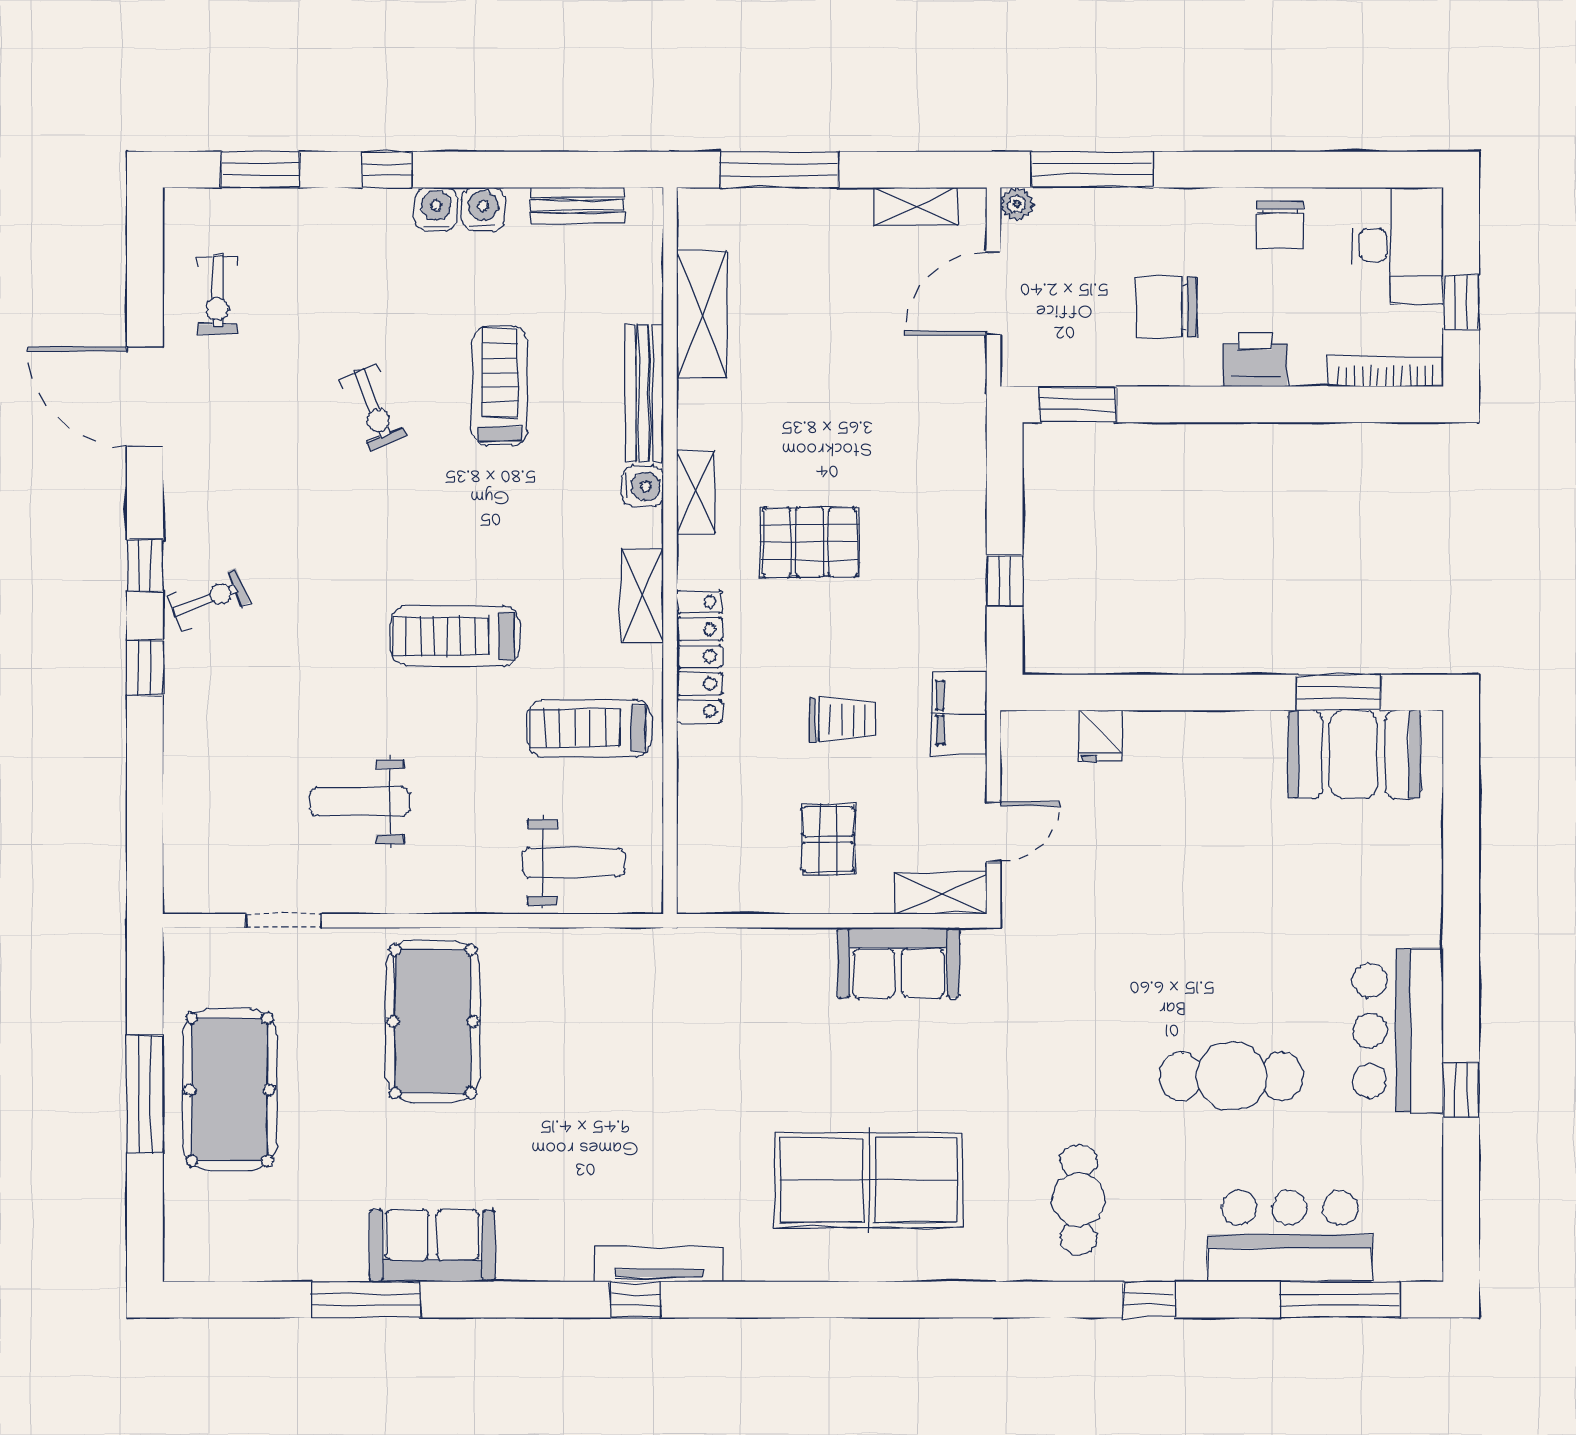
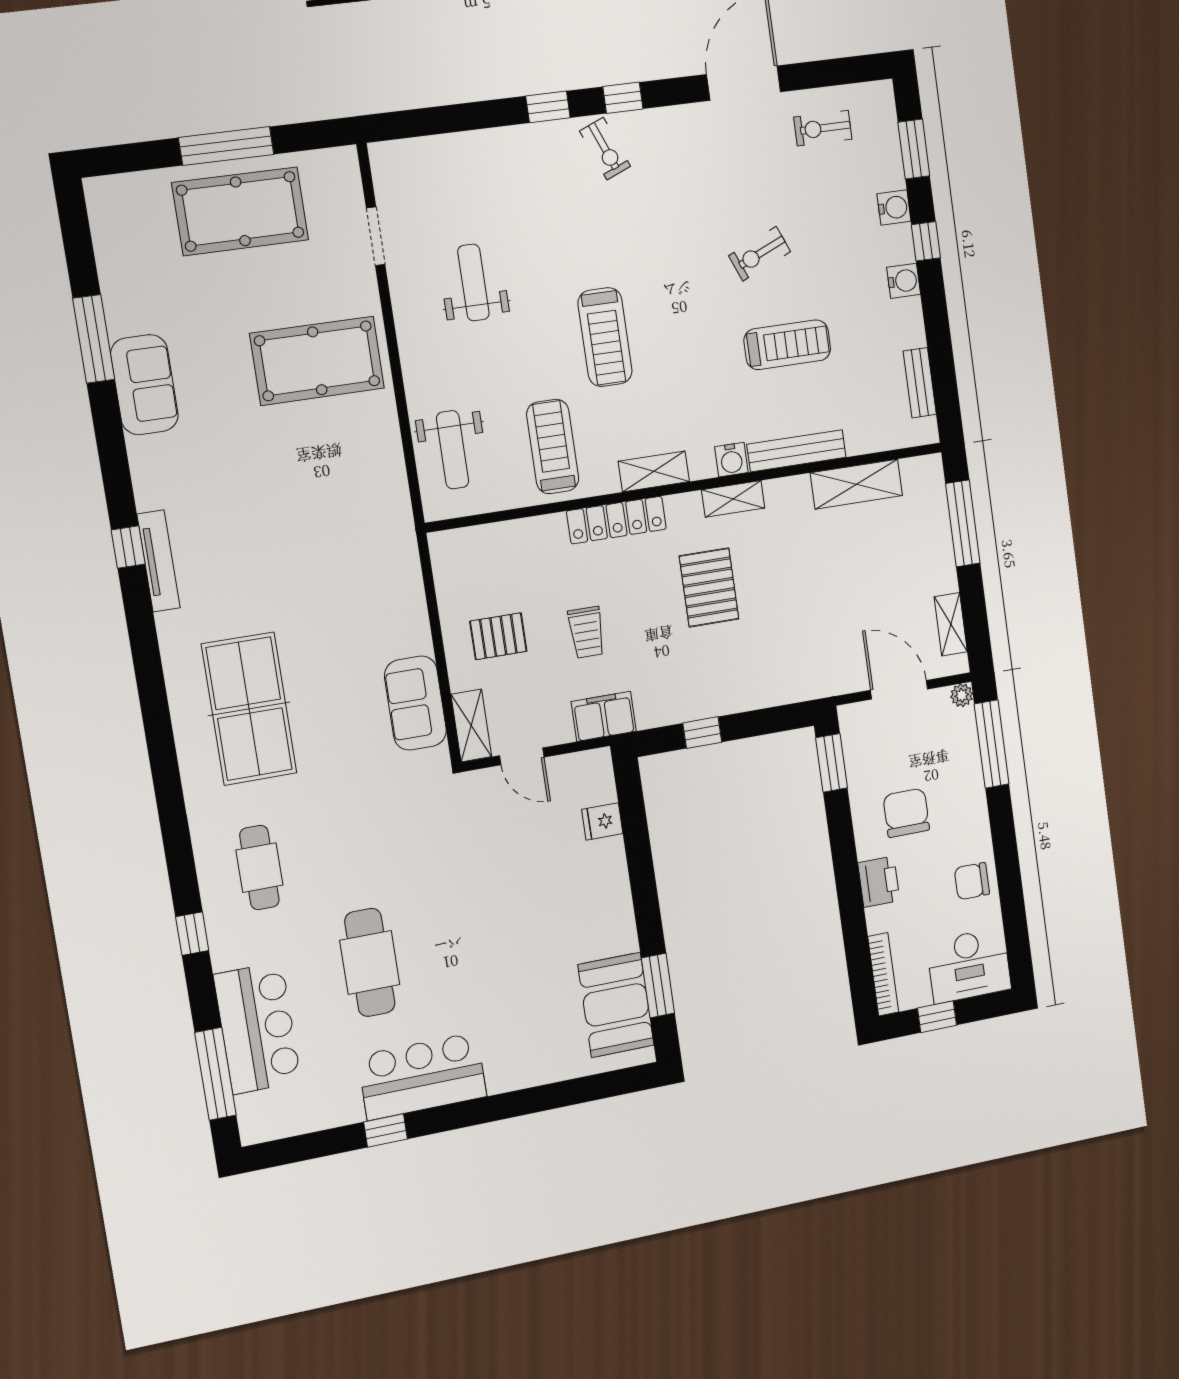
water cooler: (483, 209) -> (894, 208), moved
treadmill: (455, 636) -> (605, 337), turned 180
cafe table: (1079, 1200) -> (259, 868), turned 90

